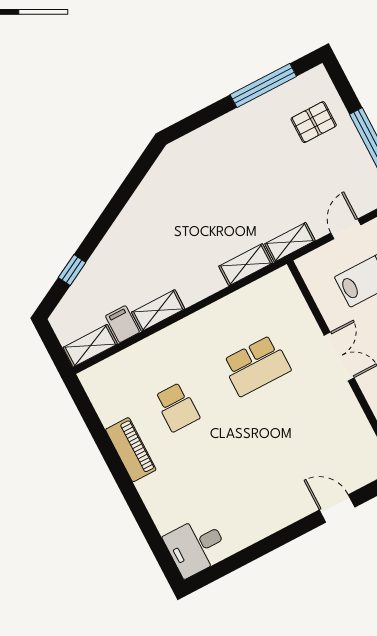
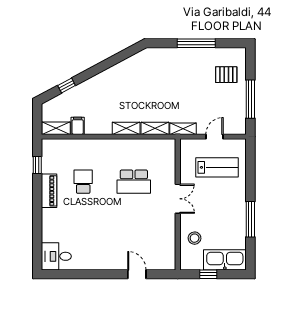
window: (263, 86) -> (196, 43), moved
shelving: (158, 310) -> (126, 128), moved
school desk: (177, 407) -> (83, 182), turned 180
window: (91, 419) -> (37, 165), added

